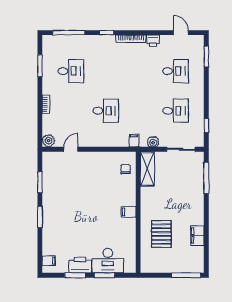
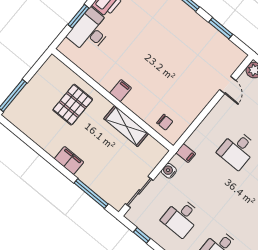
shelving: (147, 169) -> (126, 126), moved
pallet: (161, 234) -> (73, 105), turned 90
filing cabinet: (197, 236) -> (69, 160), moved

